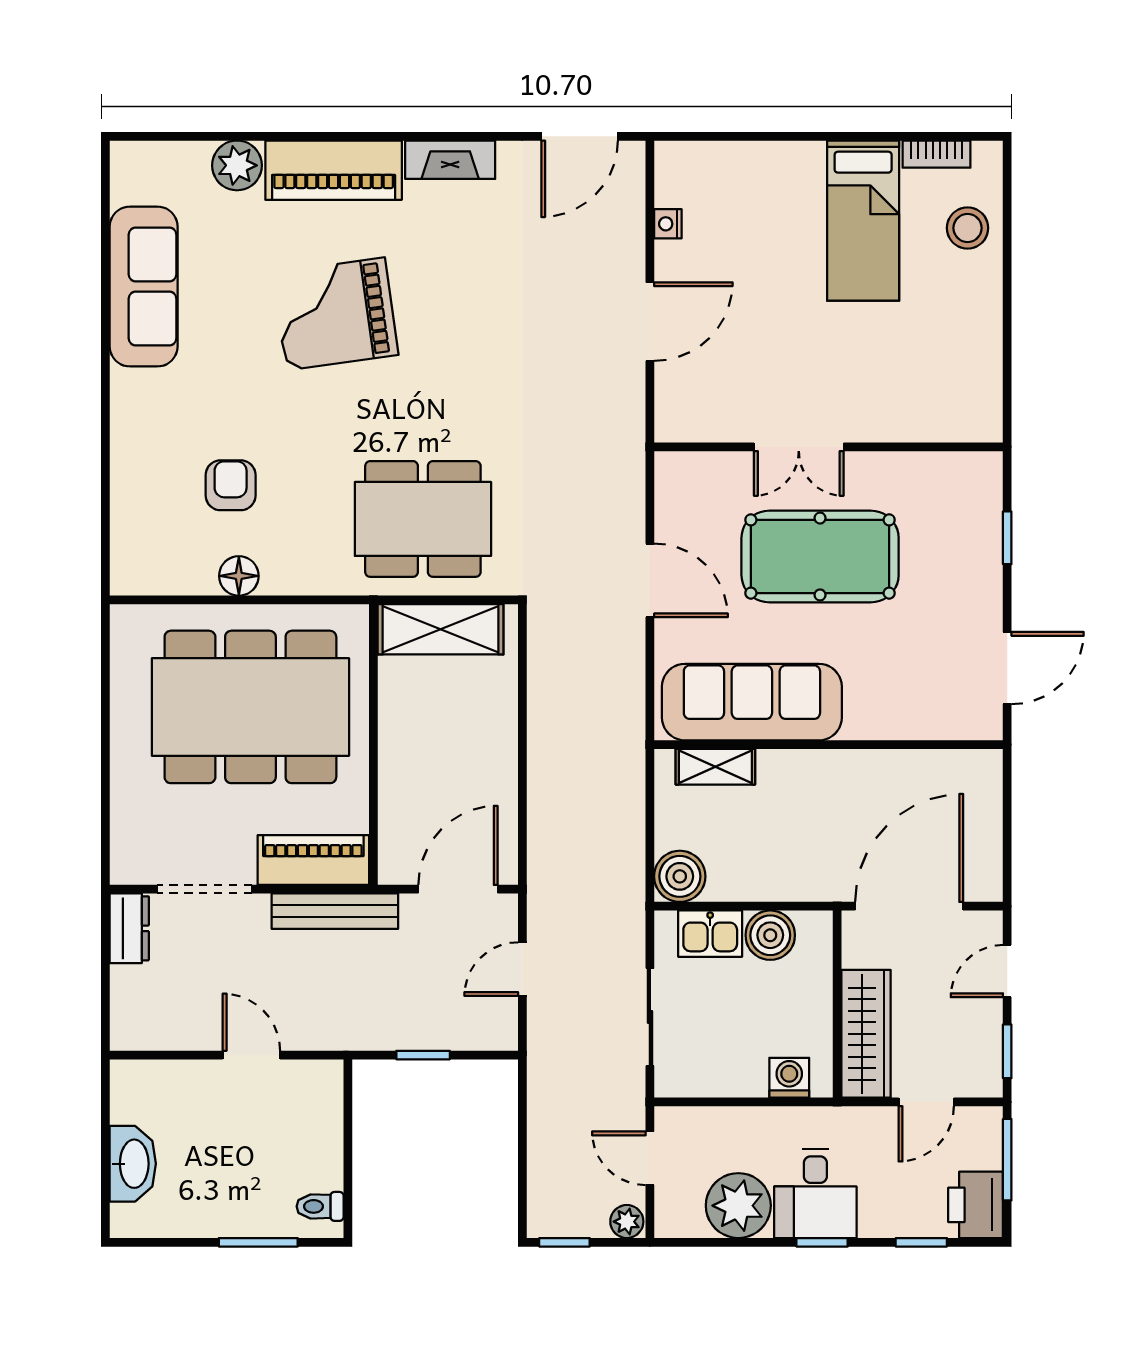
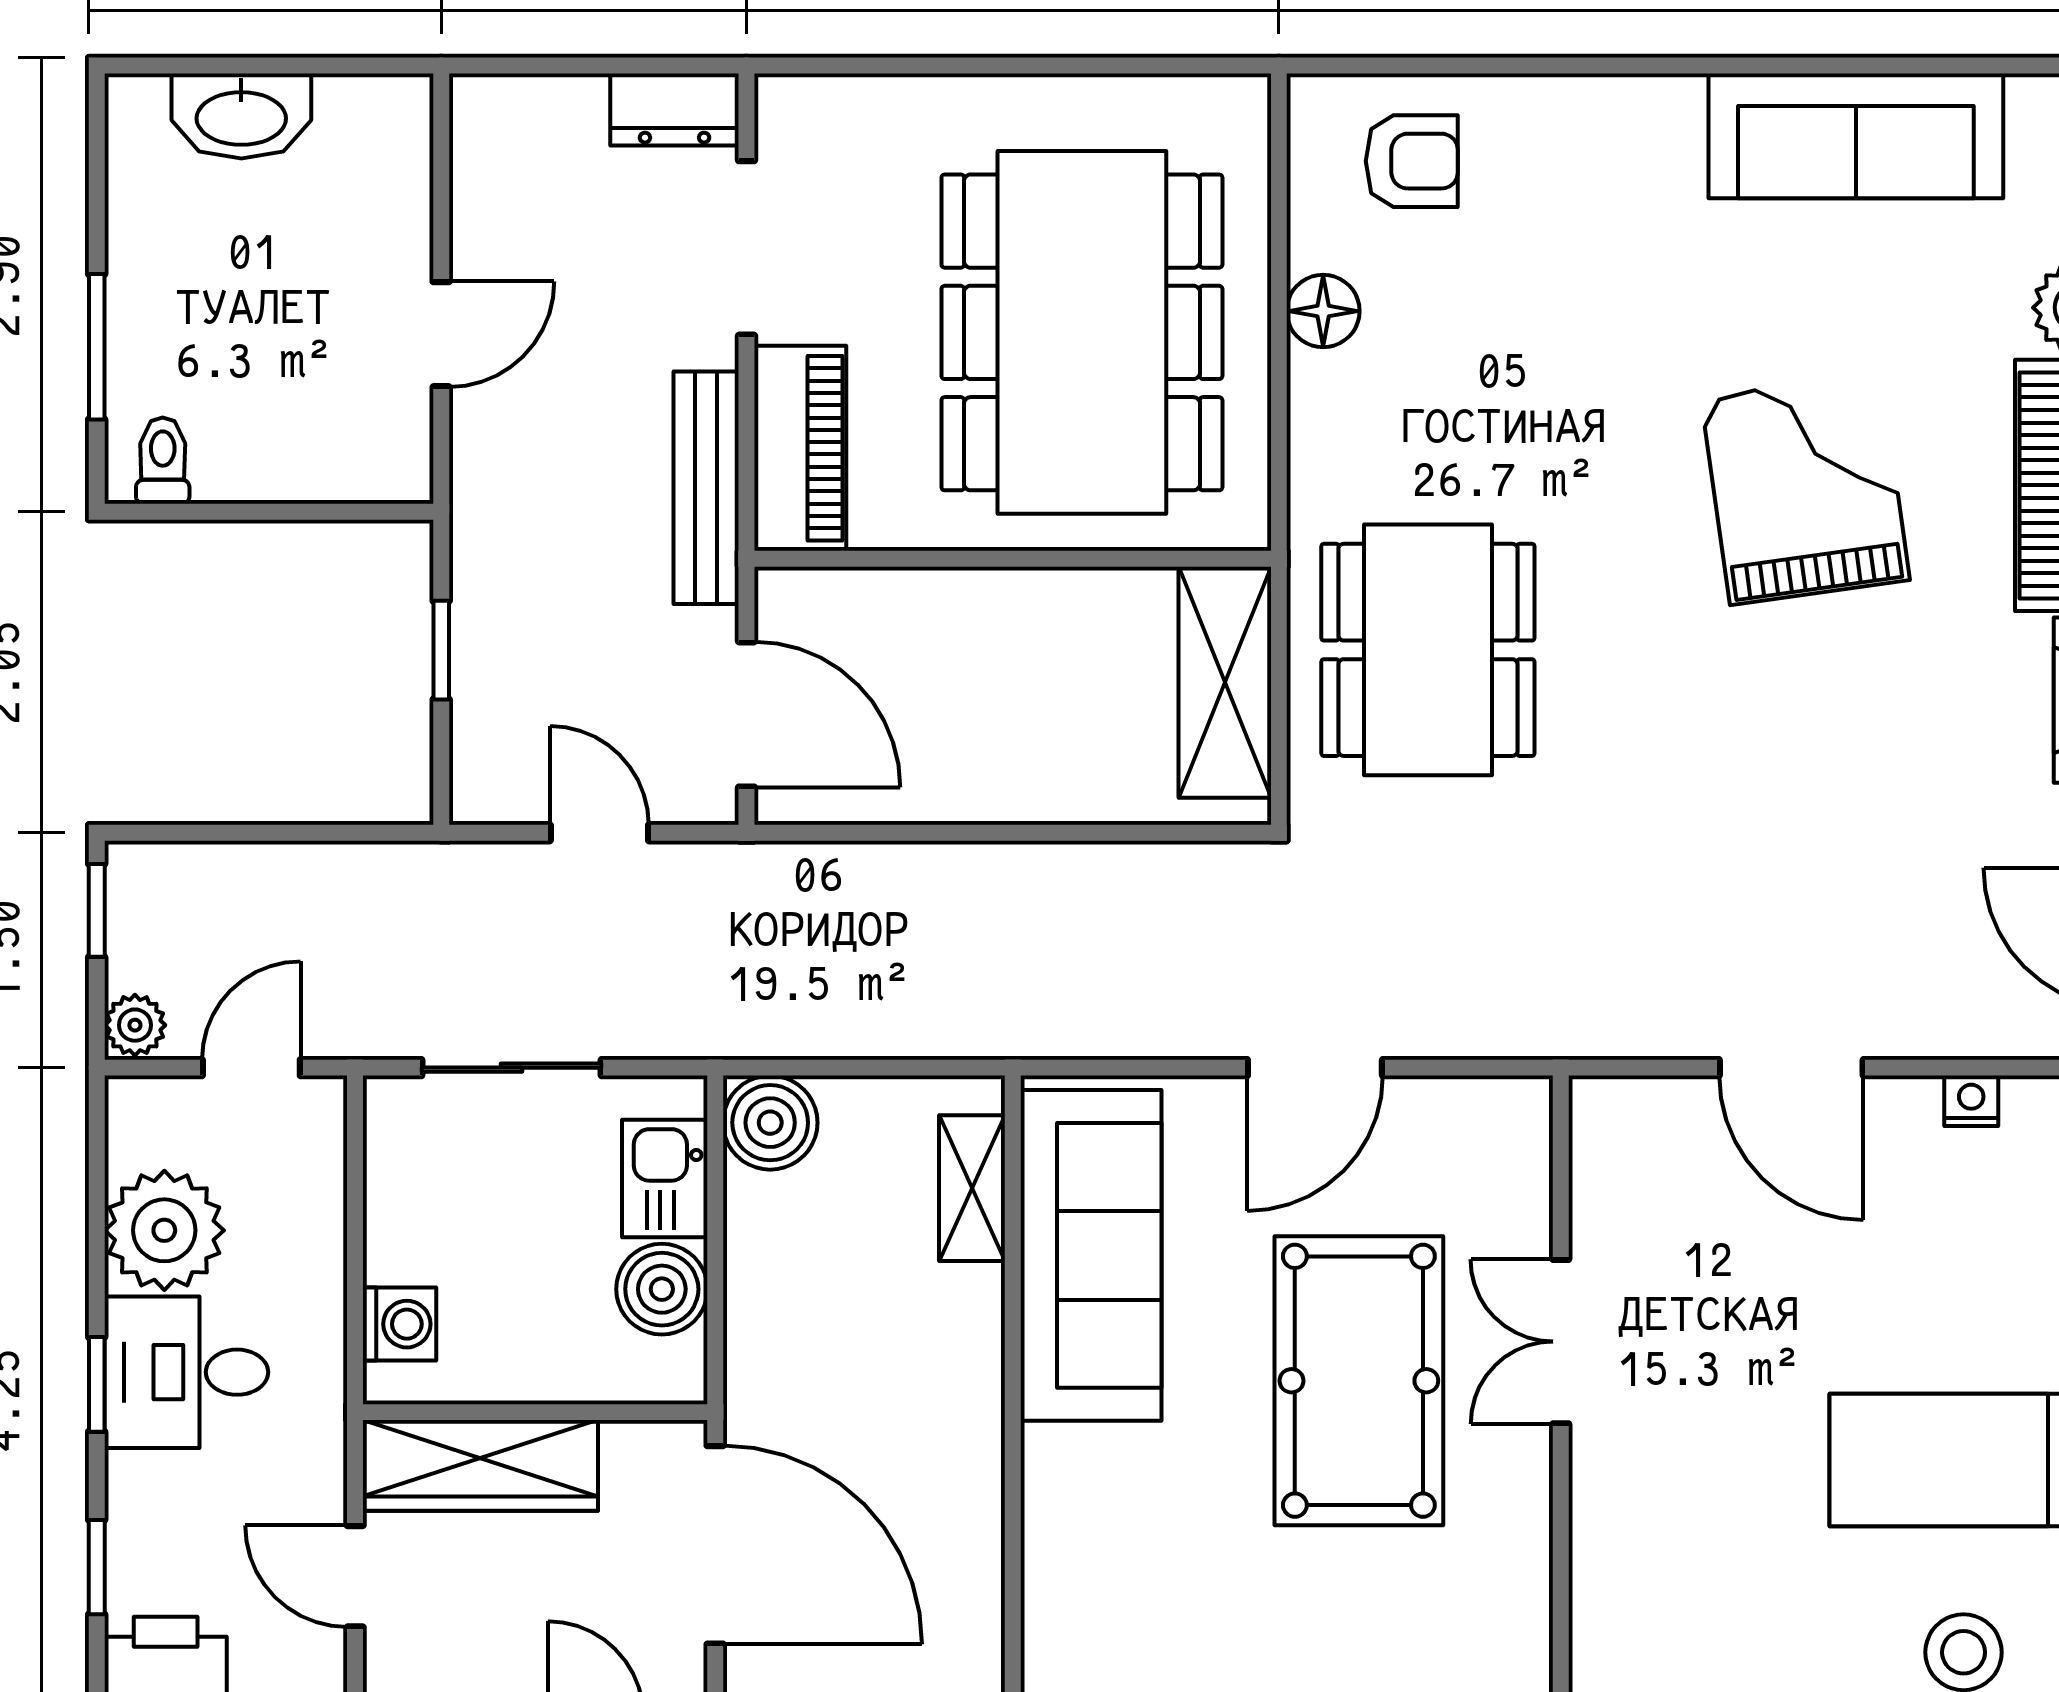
armchair: (231, 485) -> (1412, 161), moved

